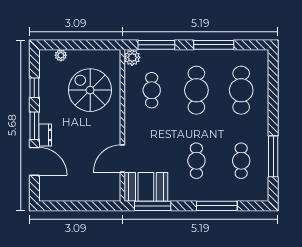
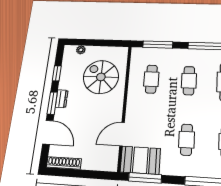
plant: (132, 57) -> (137, 53), removed
cafe table: (196, 90) -> (189, 81), width x0.73, depth x0.74
dresser: (45, 135) -> (62, 99), moved
shoe rack: (59, 195) -> (64, 163), added

